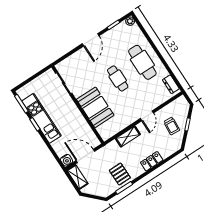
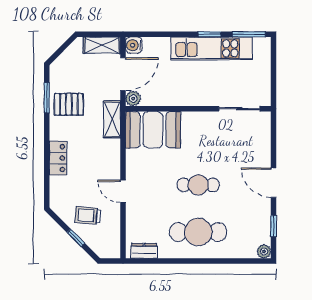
booth: (95, 107) -> (153, 130), moved
shelving: (128, 136) -> (112, 119), moved
plant: (95, 142) -> (133, 99), added

